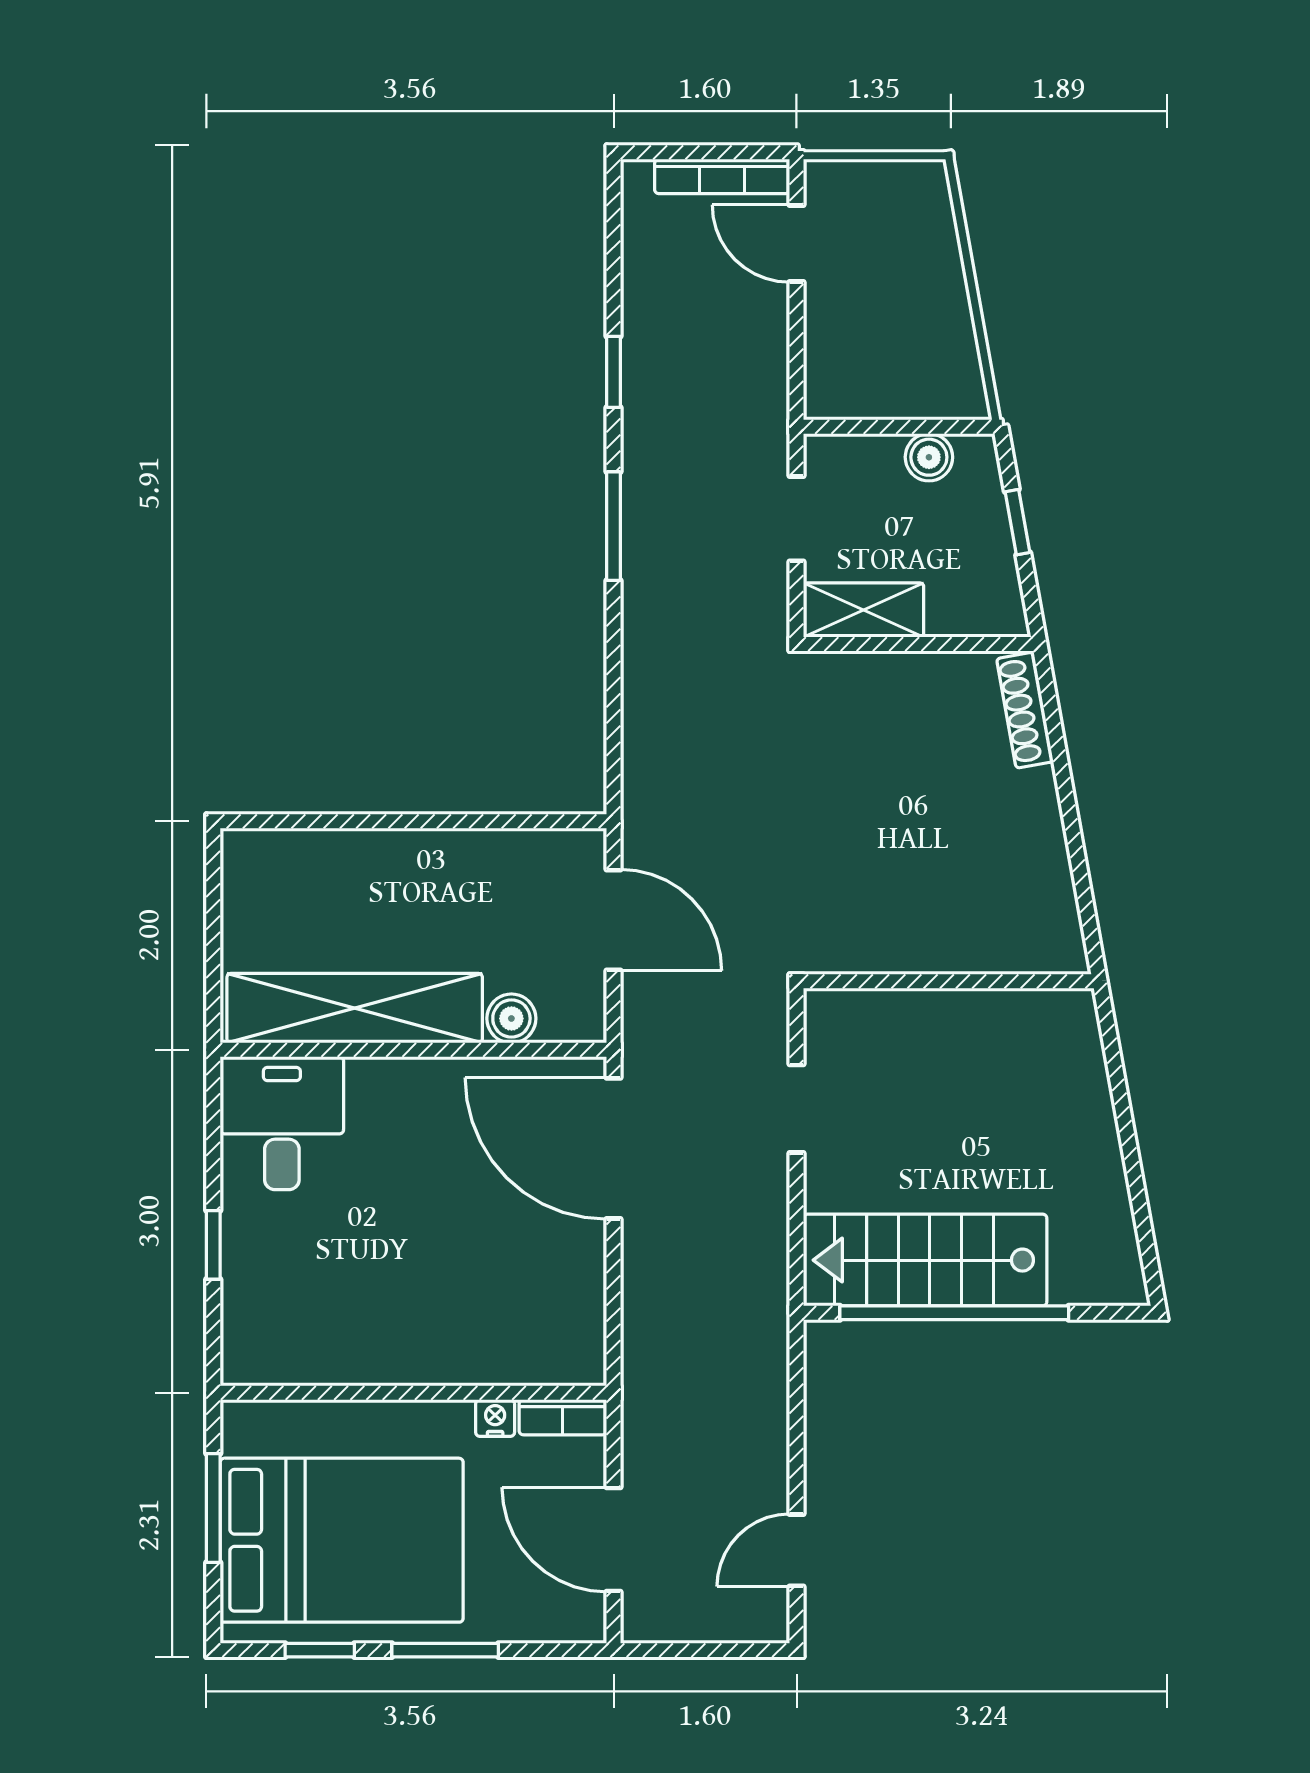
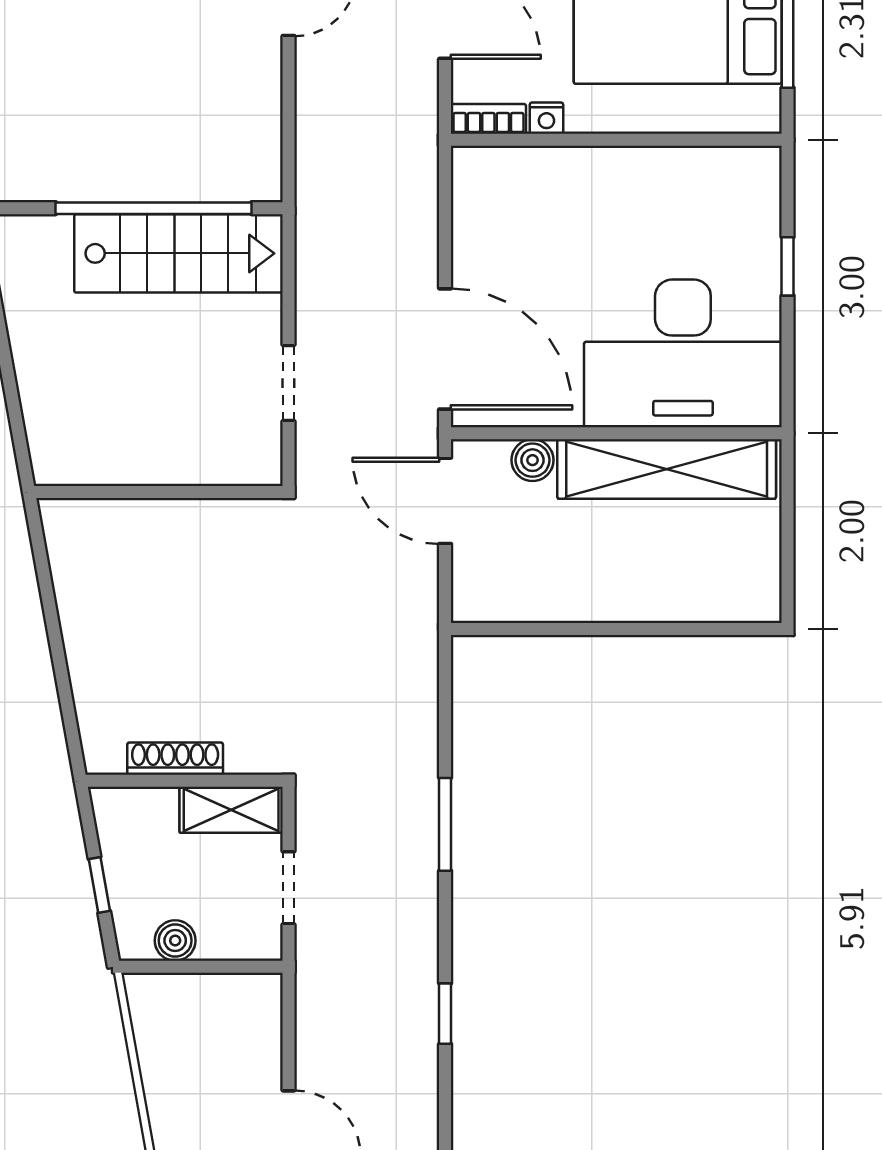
window: (614, 526) -> (445, 824), moved
shoe rack: (1025, 710) -> (175, 759), moved, turned -80
door: (614, 920) -> (445, 501), moved
desk: (282, 1123) -> (683, 353), width x1.87, depth x1.30

